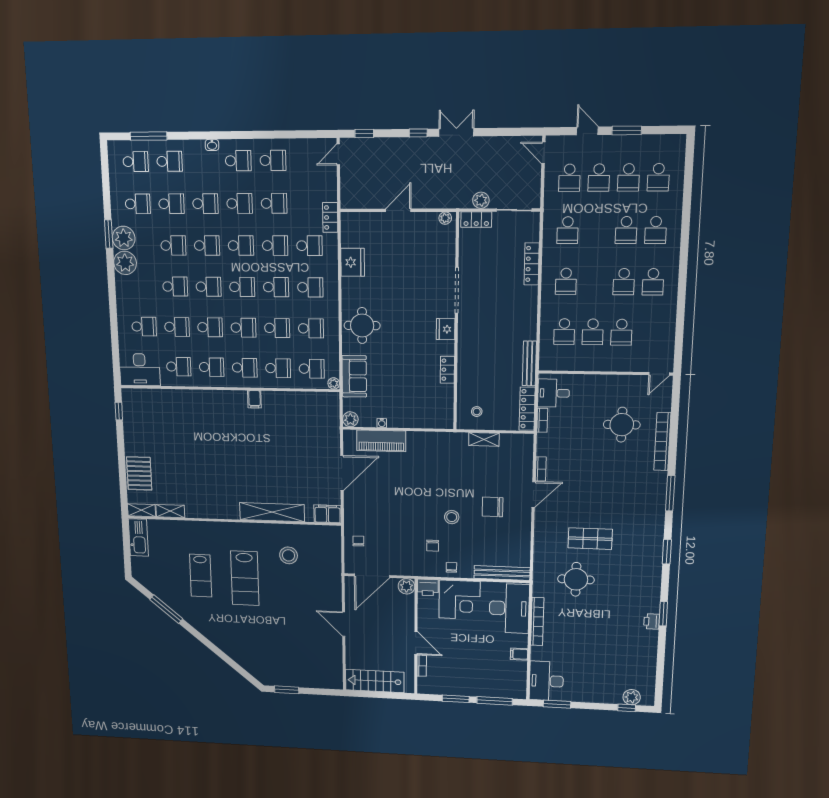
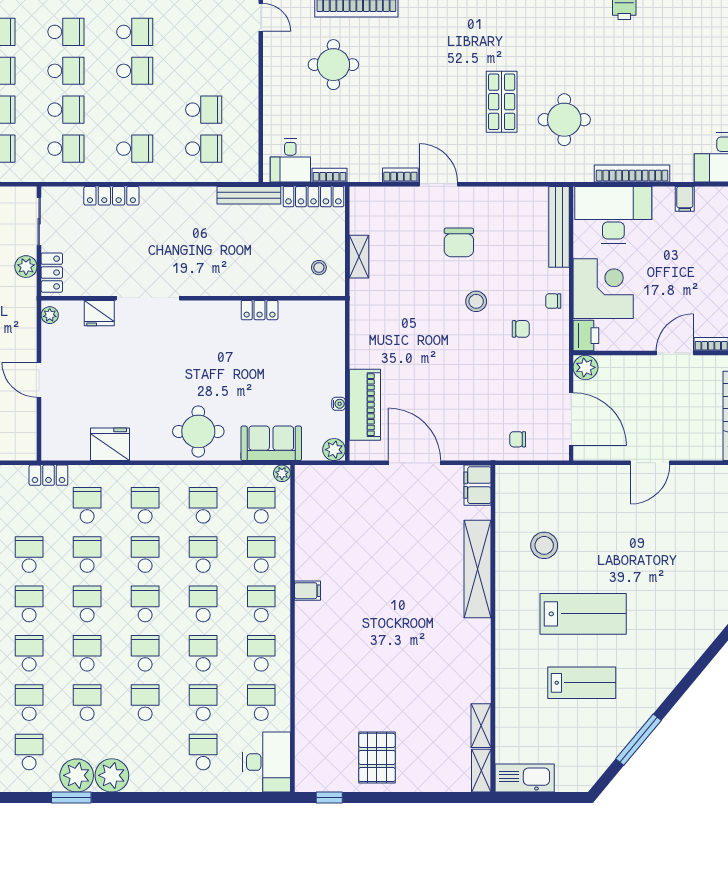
fridge: (446, 329) -> (99, 313), moved
school desk: (621, 332) -> (66, 110), moved
pallet: (139, 473) -> (377, 757), moved, turned 90

